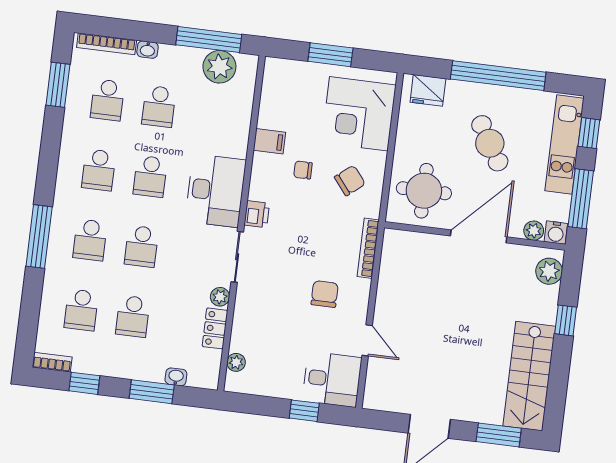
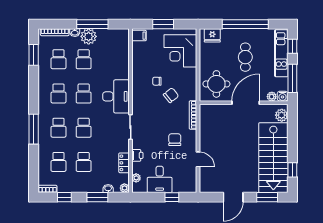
window: (209, 40) -> (92, 24), moved
plant: (219, 67) -> (89, 36), moved
filing cabinet: (269, 141) -> (139, 36), moved
cafe table: (490, 143) -> (245, 57), turned 31
chair: (350, 180) -> (171, 95), moved
printer: (257, 214) -> (137, 155), moved
plant: (220, 297) -> (124, 188), moved
window: (566, 320) -> (292, 170), moved
stairs: (529, 376) -> (273, 158), width x1.36, depth x1.51
desk: (332, 379) -> (160, 179), moved, turned 90

